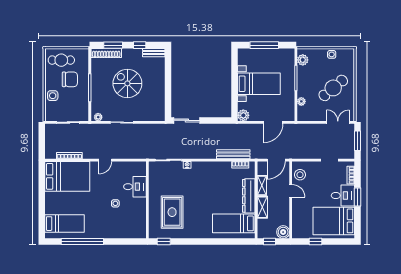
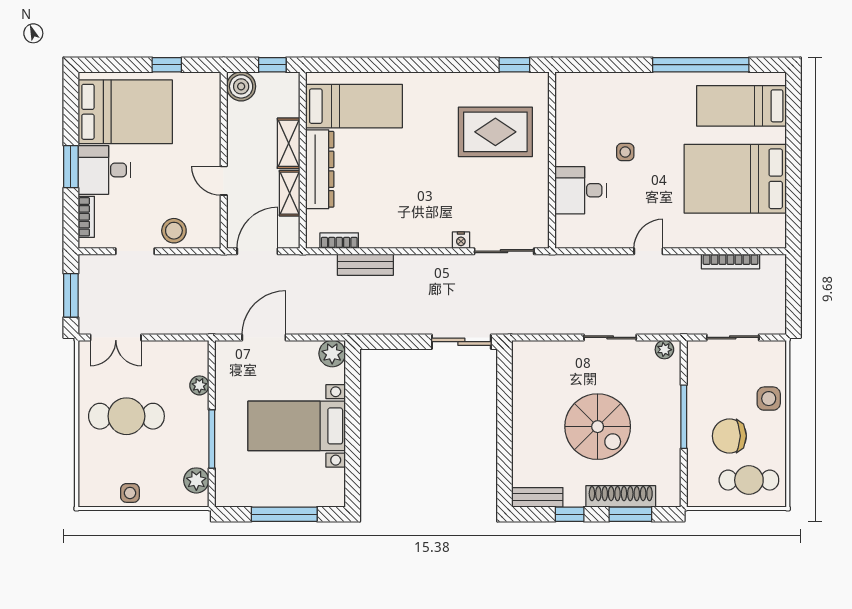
shoe rack: (106, 53) -> (621, 496), moved
cafe table: (333, 88) -> (126, 416), turned 40
bench: (233, 154) -> (365, 265), width x0.73
stool: (300, 175) -> (174, 231), moved
bed: (67, 176) -> (735, 179), moved
rug: (172, 212) -> (495, 132), turned 90

